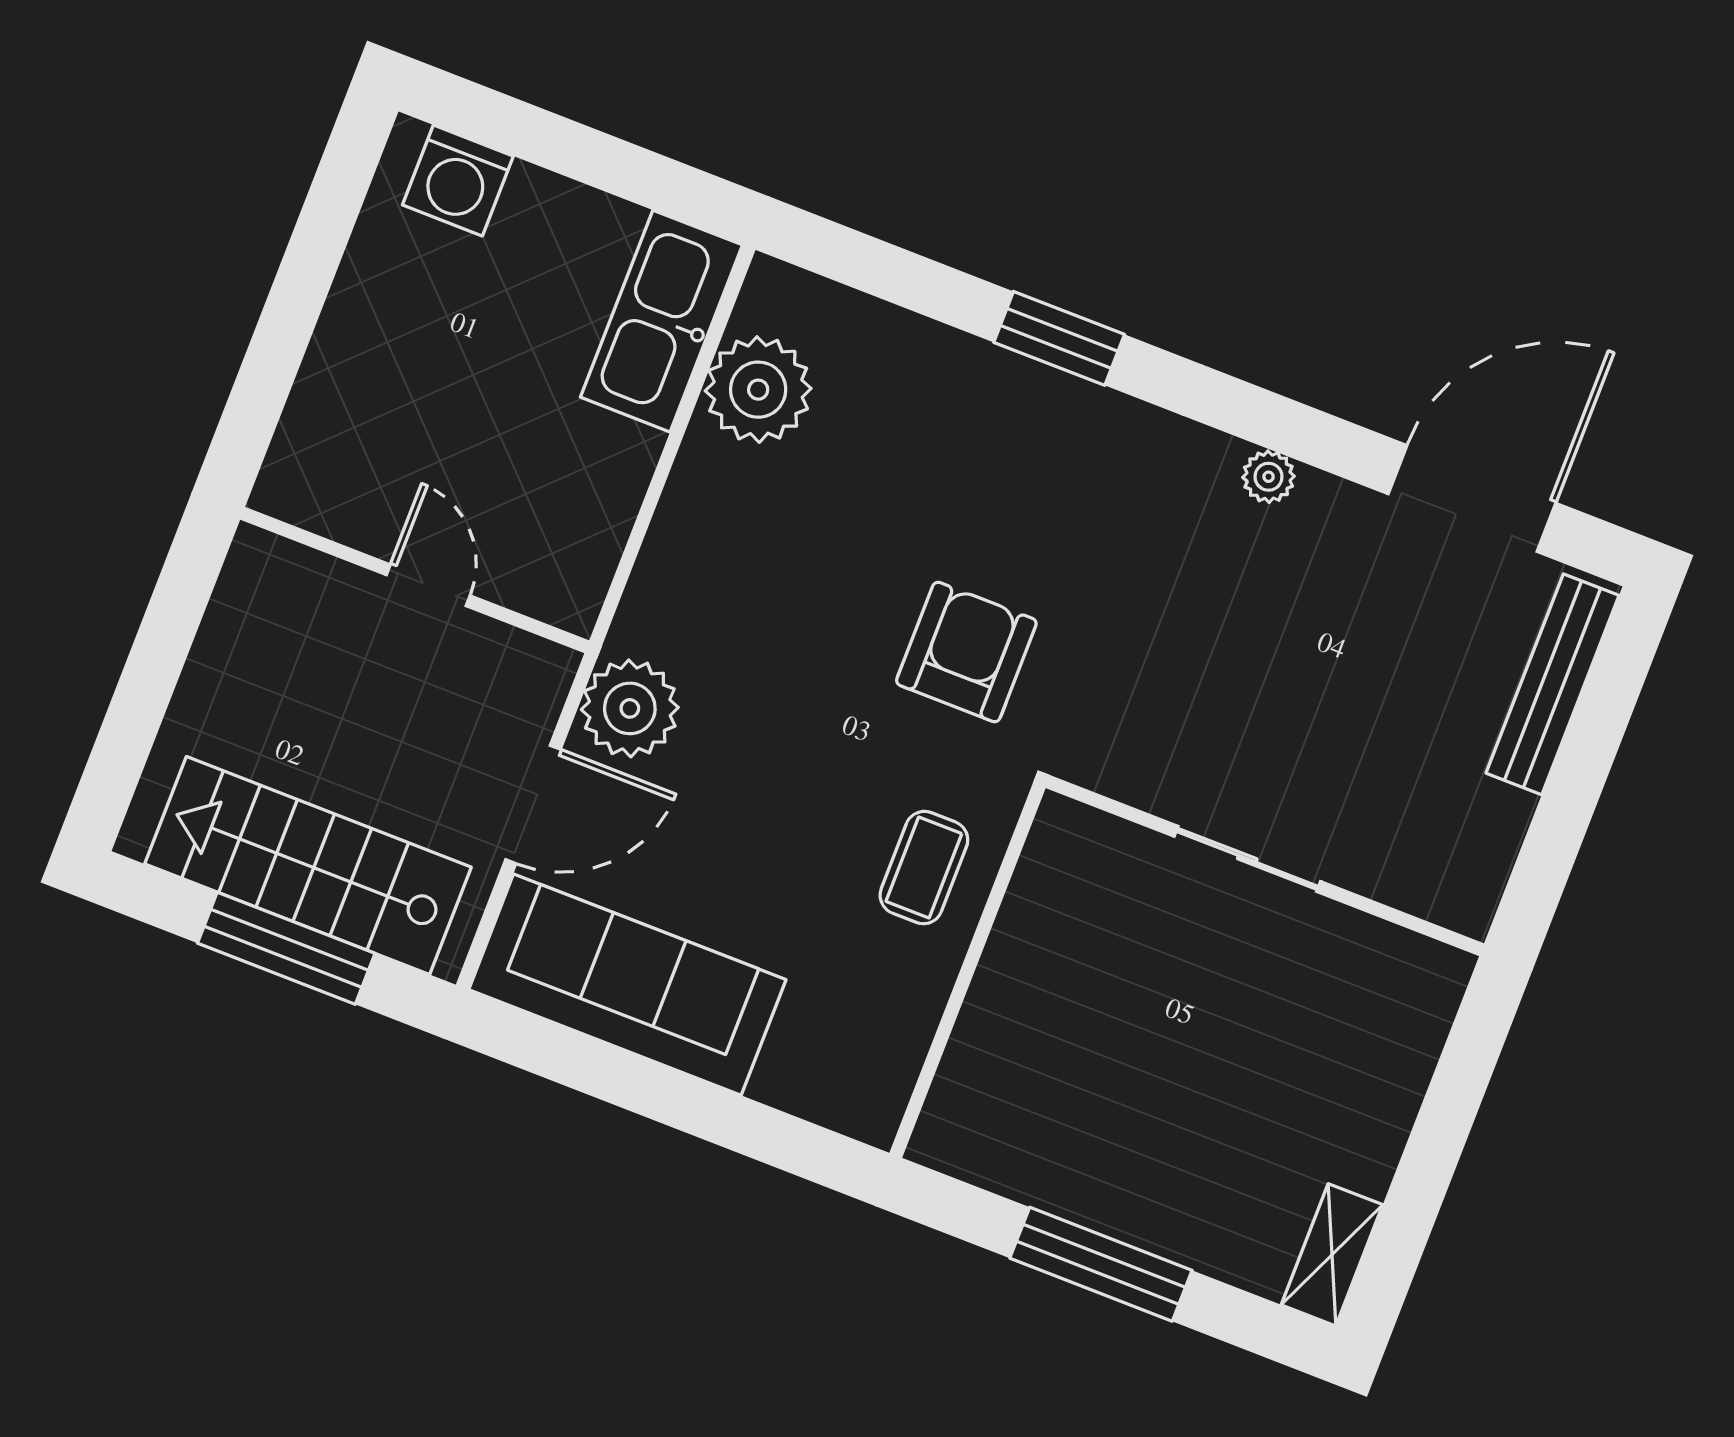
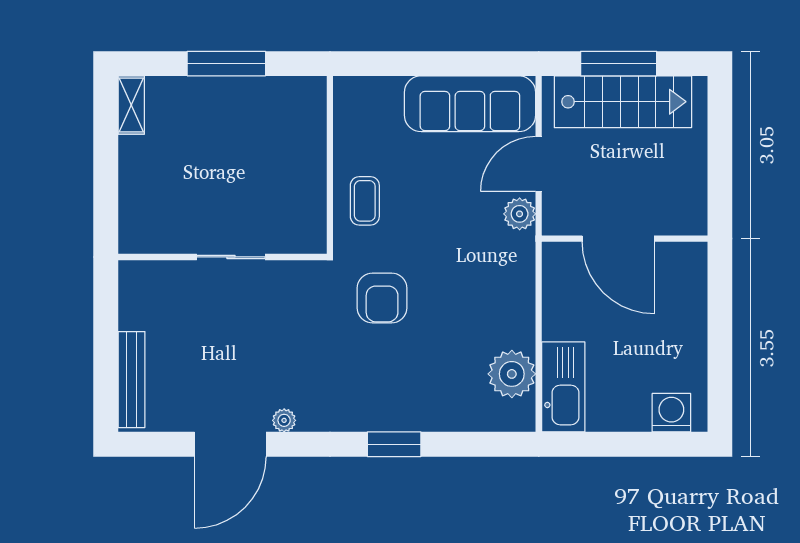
door: (1472, 498) -> (230, 444), moved
door: (428, 585) -> (618, 239), width x1.88
plant: (630, 708) -> (520, 214), width x0.73, depth x0.73

